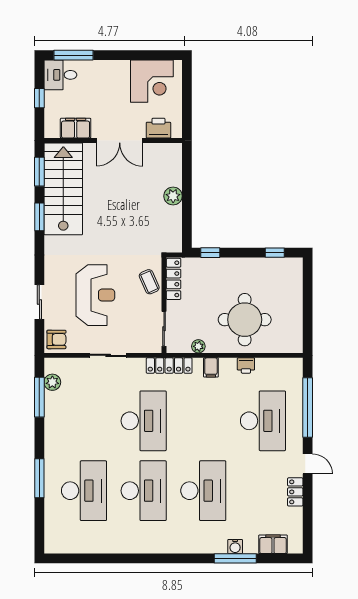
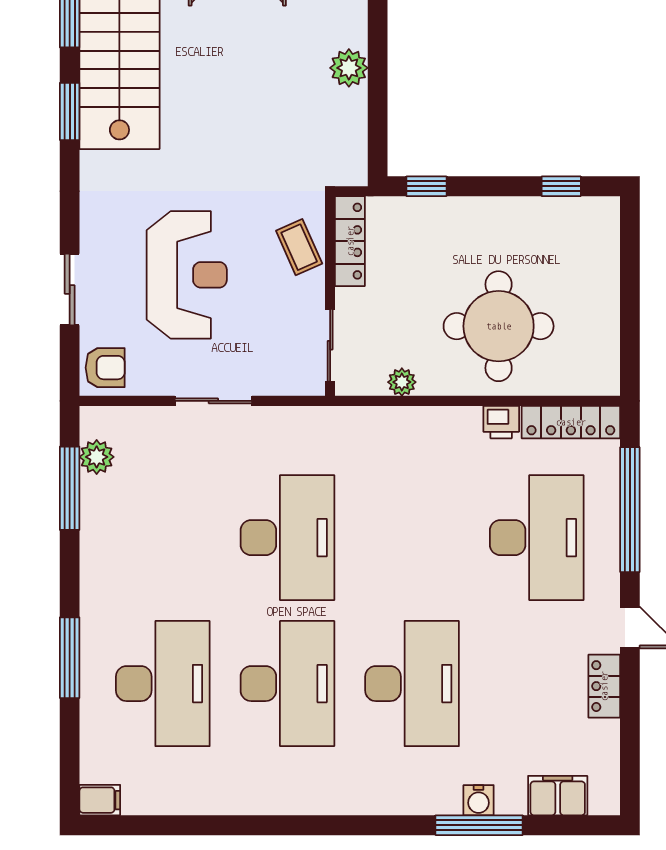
locker: (169, 366) -> (571, 422), moved
filing cabinet: (211, 367) -> (100, 800), moved, turned -90

